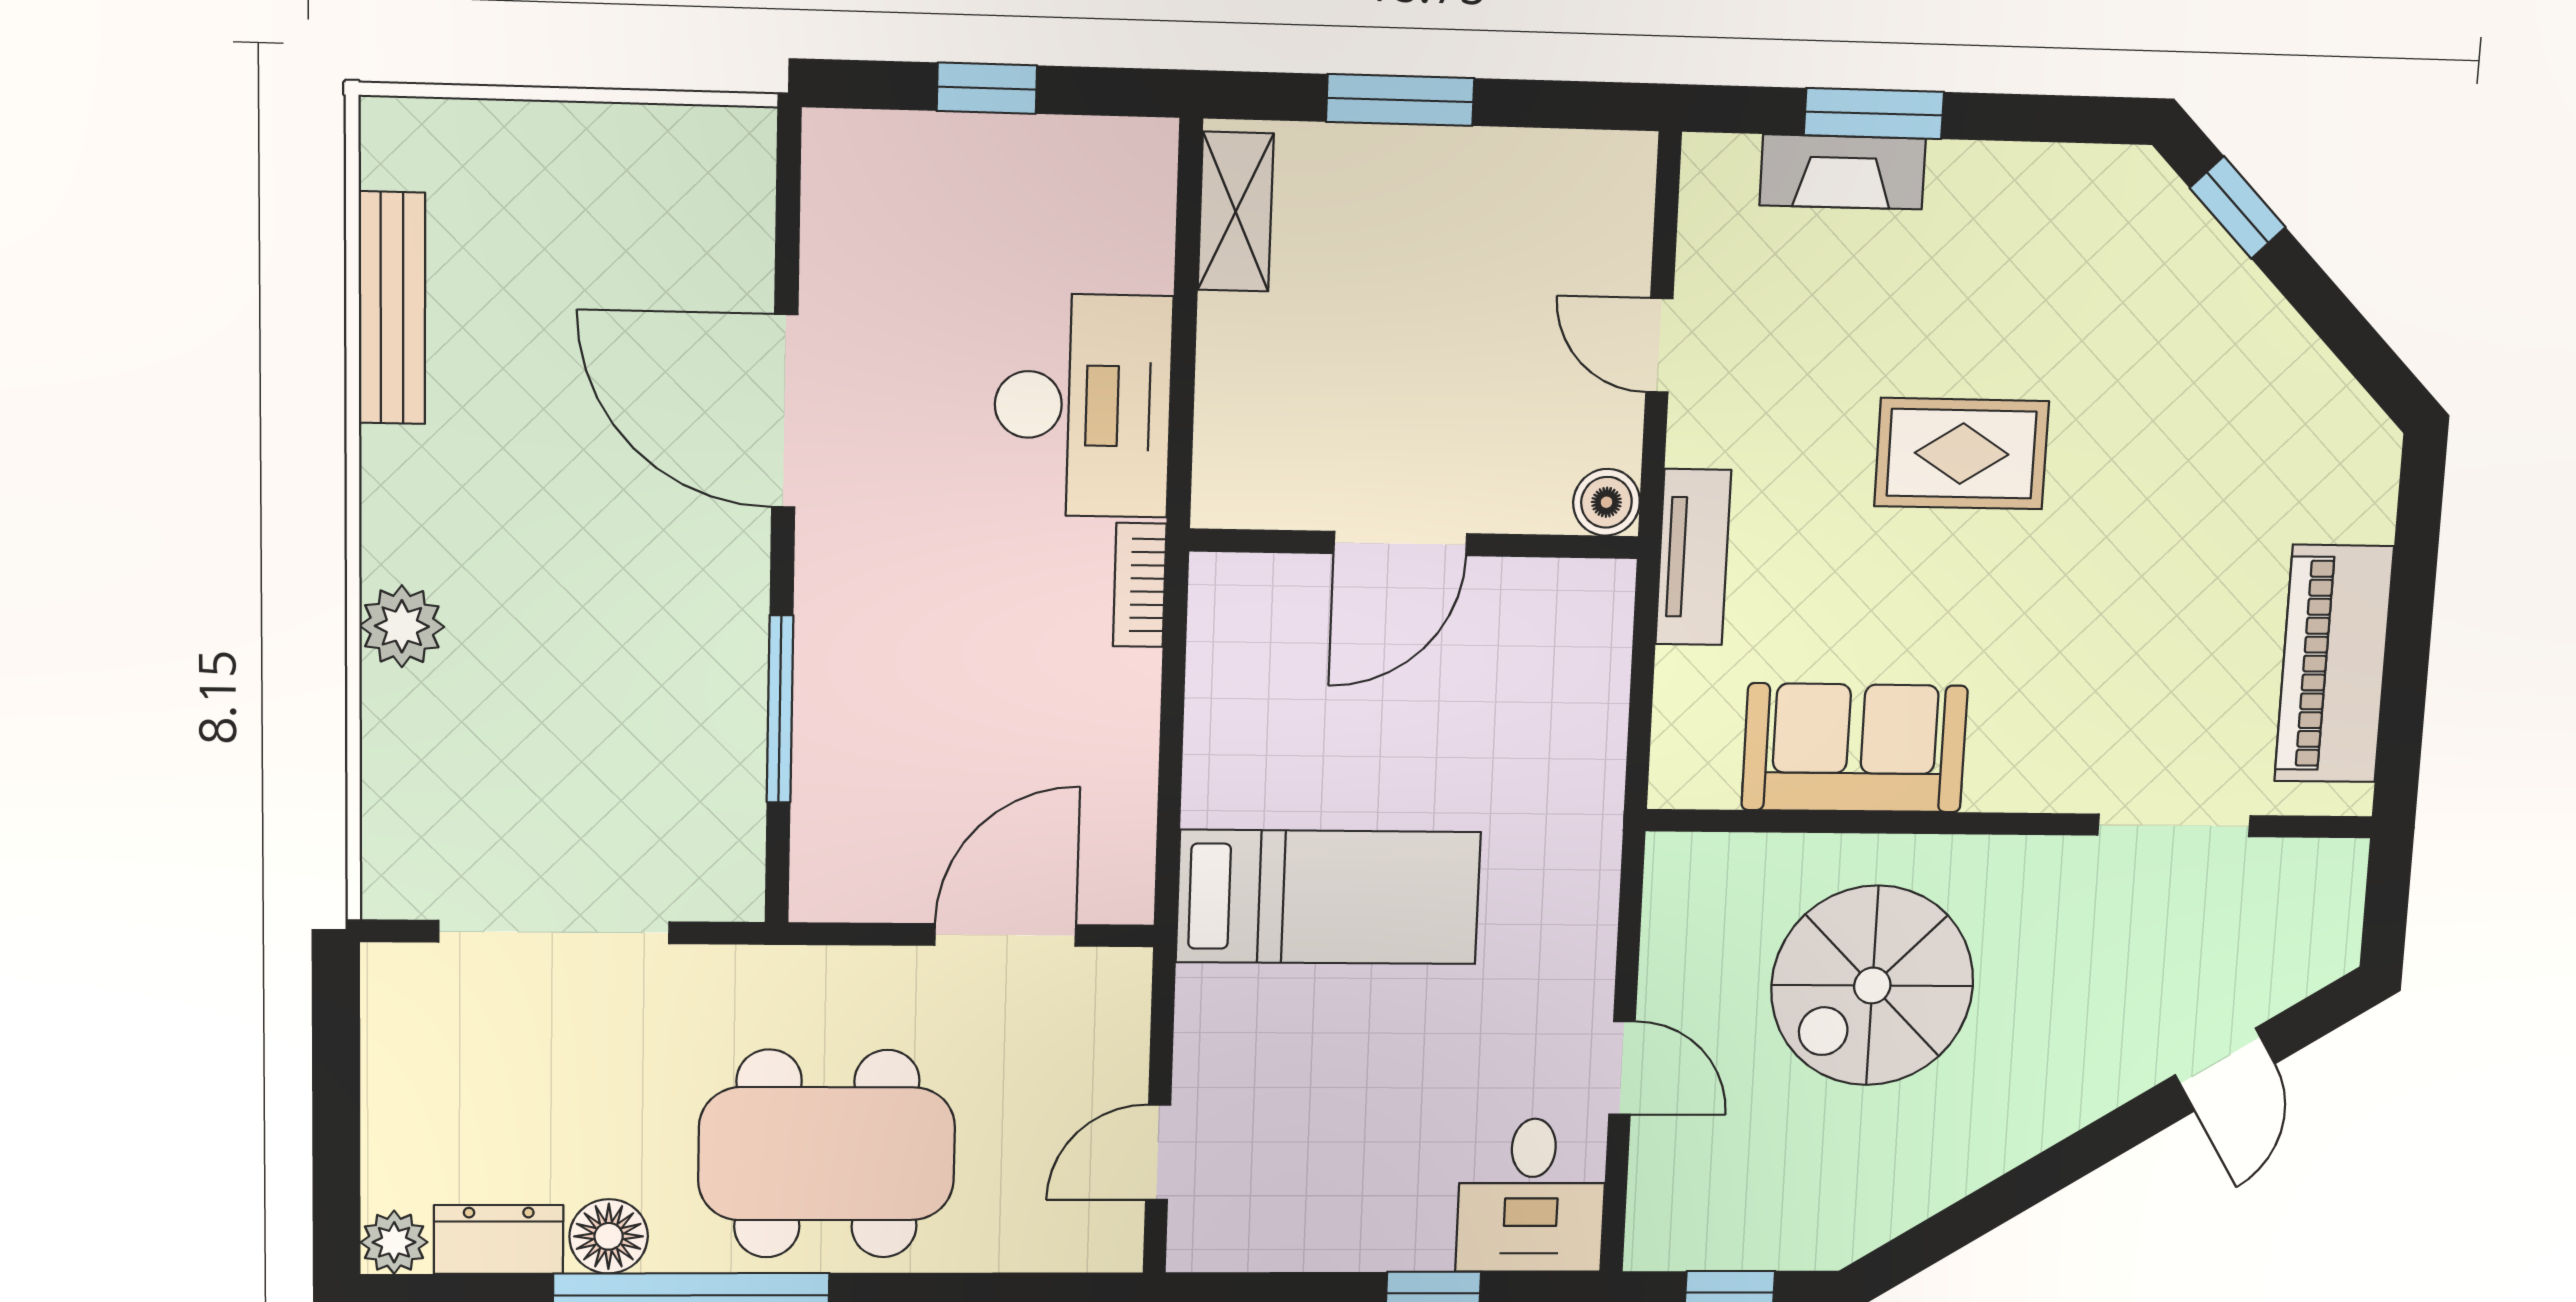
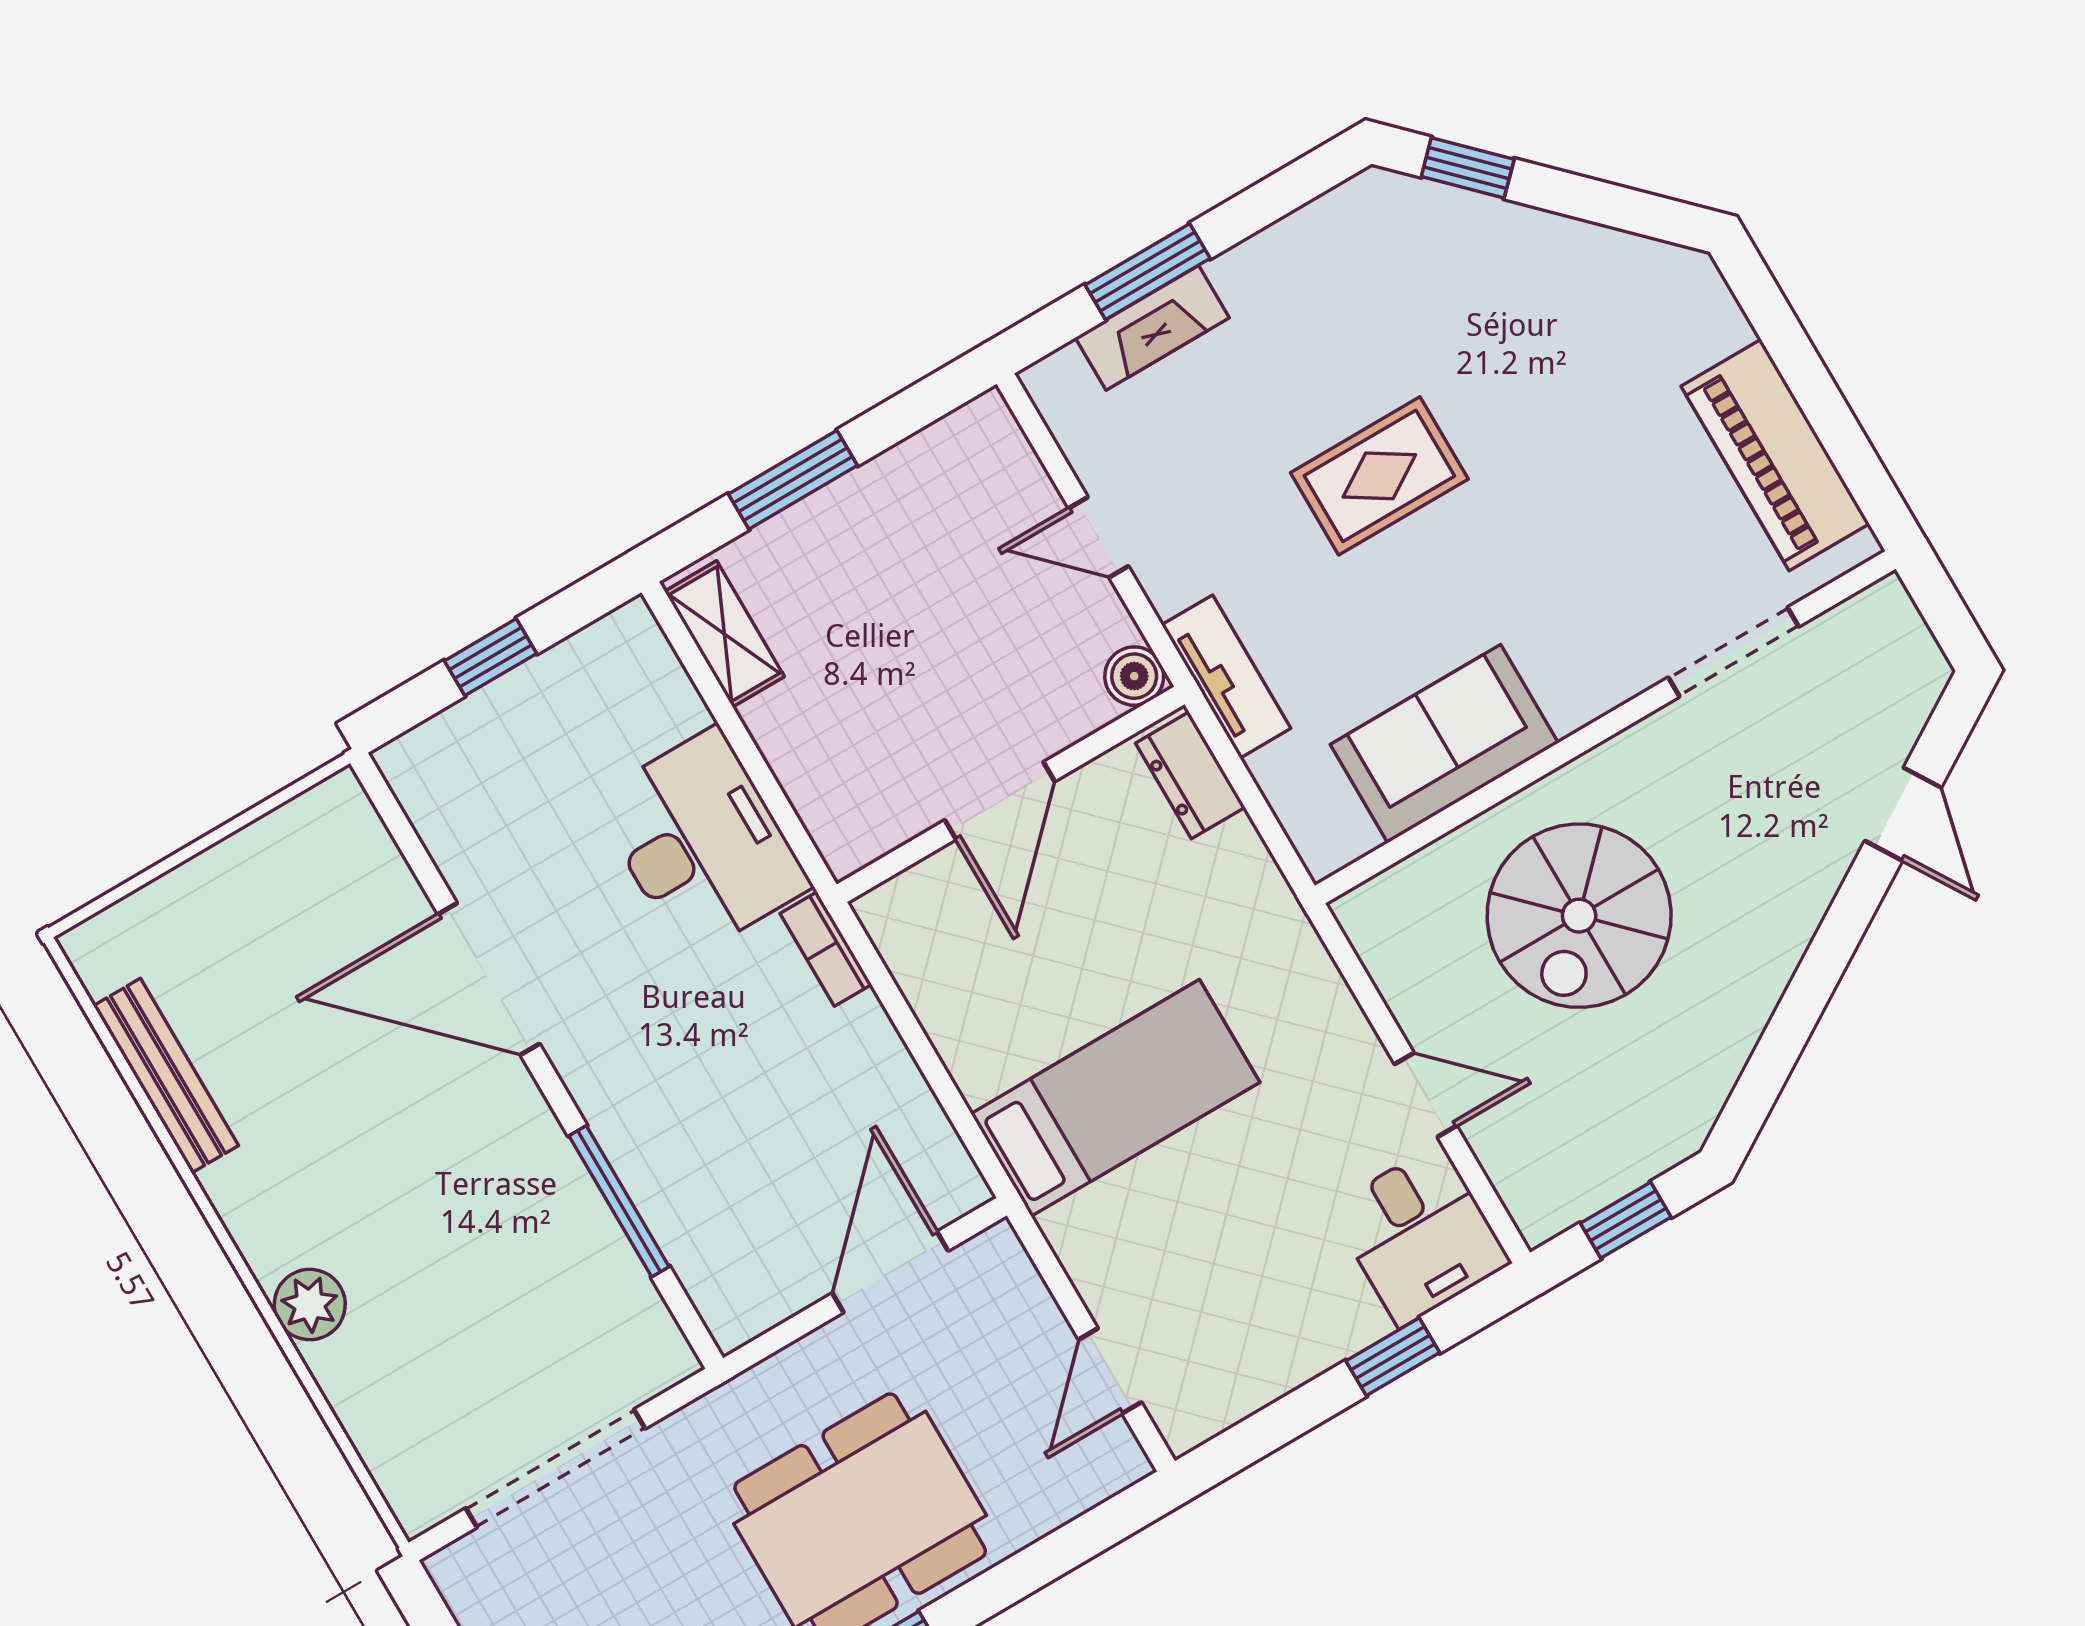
dresser: (1598, 631) -> (1190, 775), added

